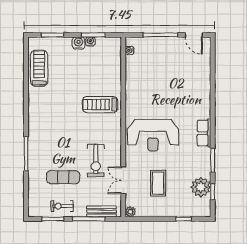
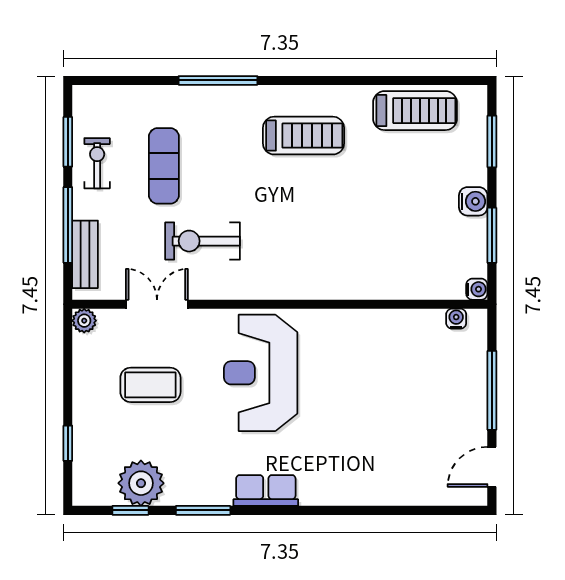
water cooler: (90, 41) -> (477, 289), moved
treadmill: (100, 105) -> (304, 136), moved, turned 90

